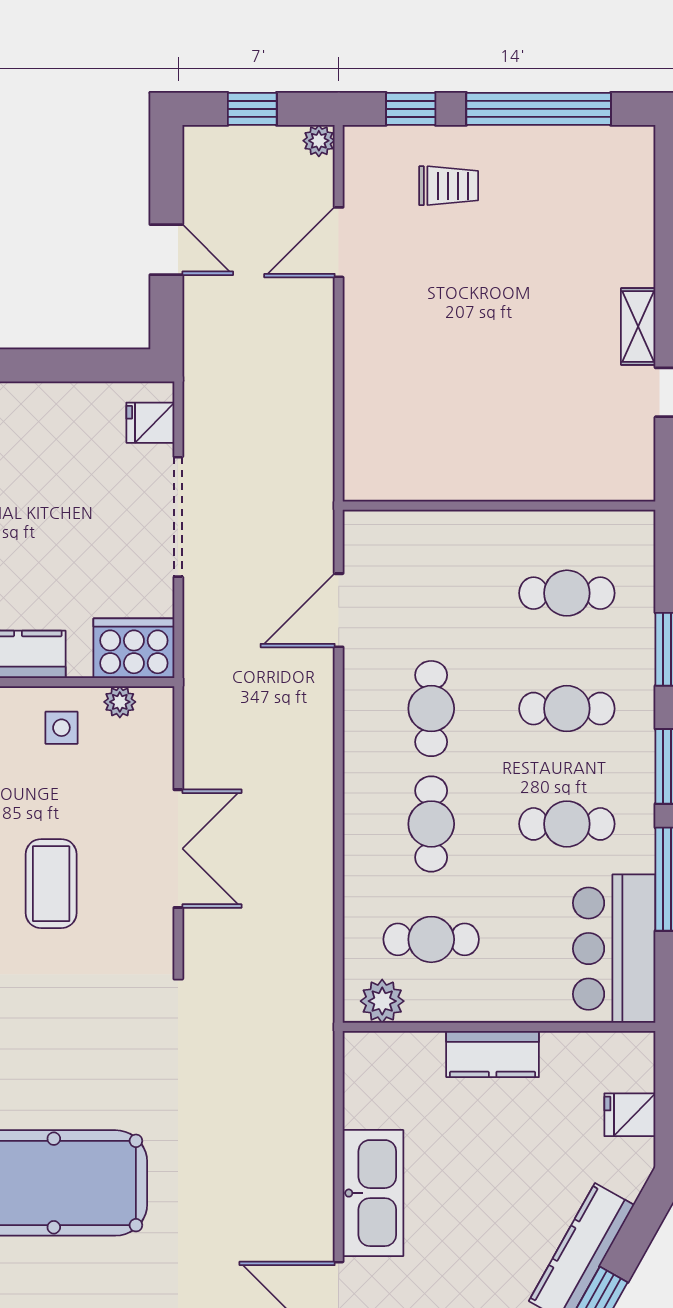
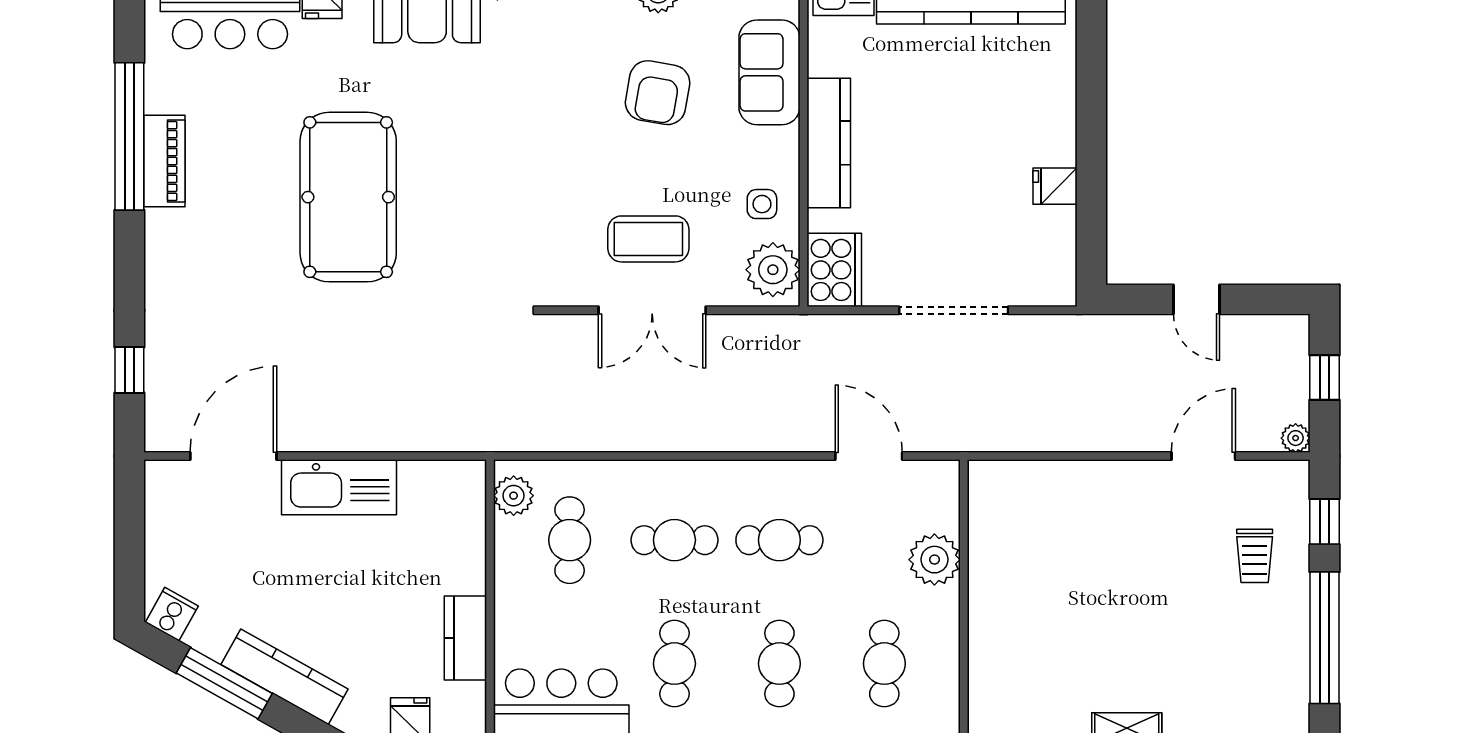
door: (339, 242) -> (1203, 456), hinge flipped
door: (166, 250) -> (1197, 299), hinge flipped
fridge: (150, 423) -> (1055, 186), moved, turned -90
plant: (453, 538) -> (934, 560), added
plant: (120, 702) -> (773, 270), width x1.88, depth x1.88
coffee table: (51, 884) -> (648, 239), moved
kitchen counter: (493, 1054) -> (465, 638), moved

